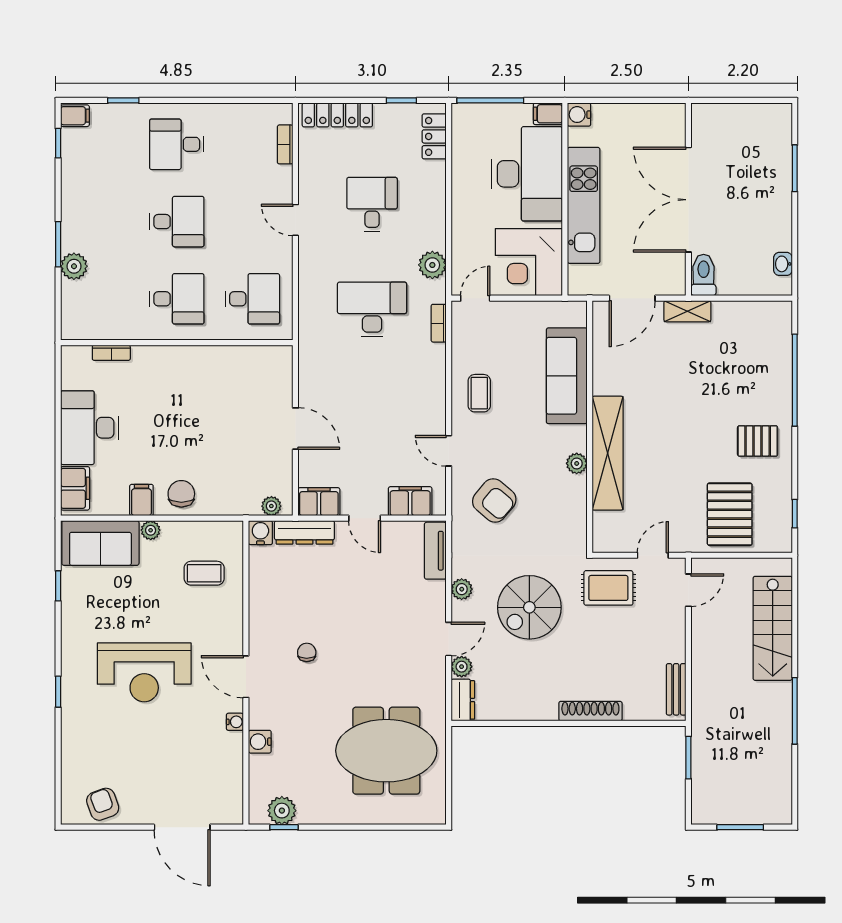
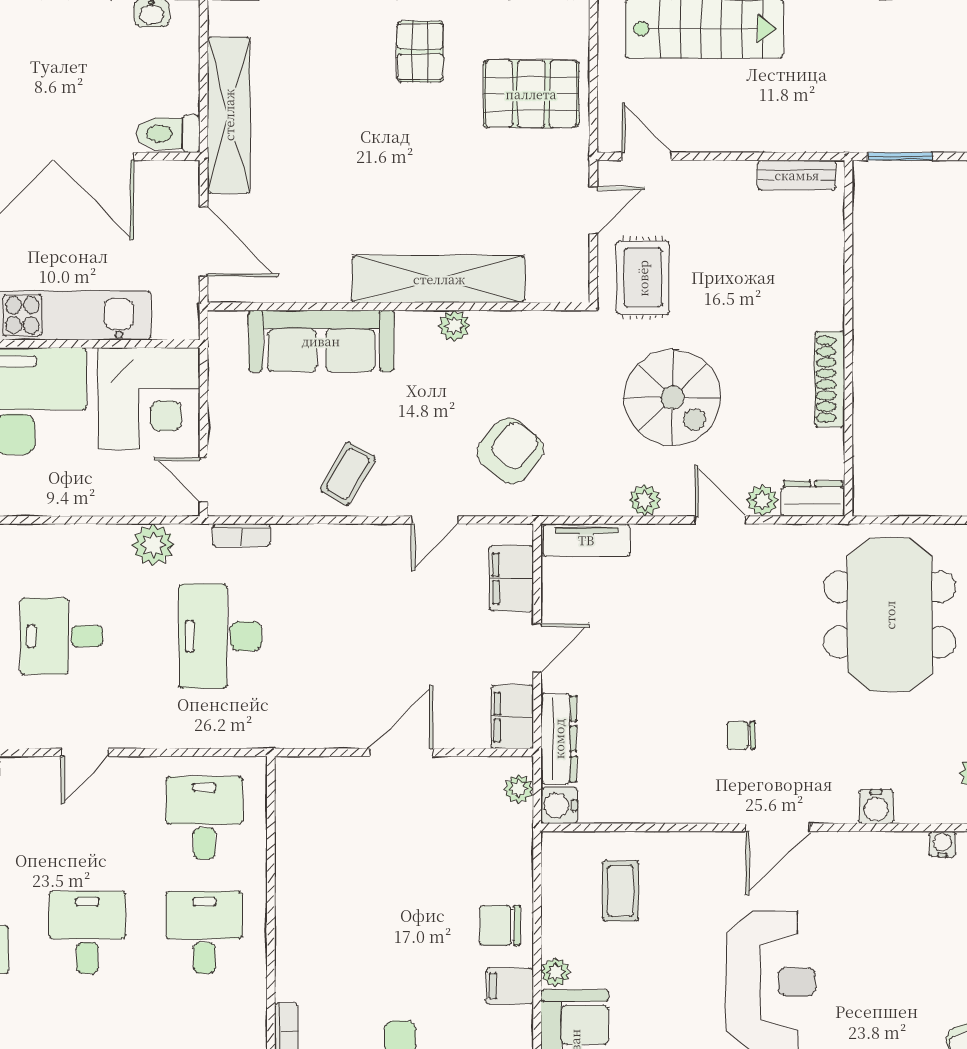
shelving: (687, 311) -> (229, 115), width x2.20, depth x1.33
coffee table: (479, 393) -> (348, 474), turned -60
door: (653, 555) -> (593, 210), swing flipped
shoe rack: (590, 711) -> (830, 379), moved
water cooler: (235, 722) -> (942, 844), moved

